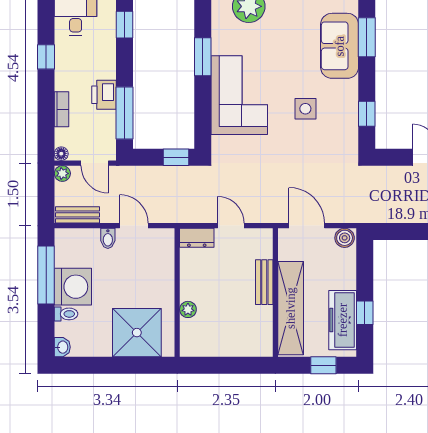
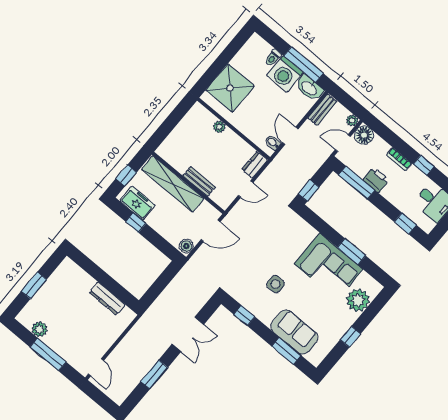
corner sofa: (239, 95) -> (329, 266), moved
bookcase: (61, 109) -> (399, 159), moved
floor lamp: (61, 154) -> (364, 135), width x1.89, depth x1.89
door: (134, 226) -> (290, 136), swing flipped
bidet: (108, 238) -> (273, 143), moved
freezer: (343, 320) -> (137, 203), width x0.71
washbasin: (62, 347) -> (310, 88), moved, width x1.91, depth x1.45

